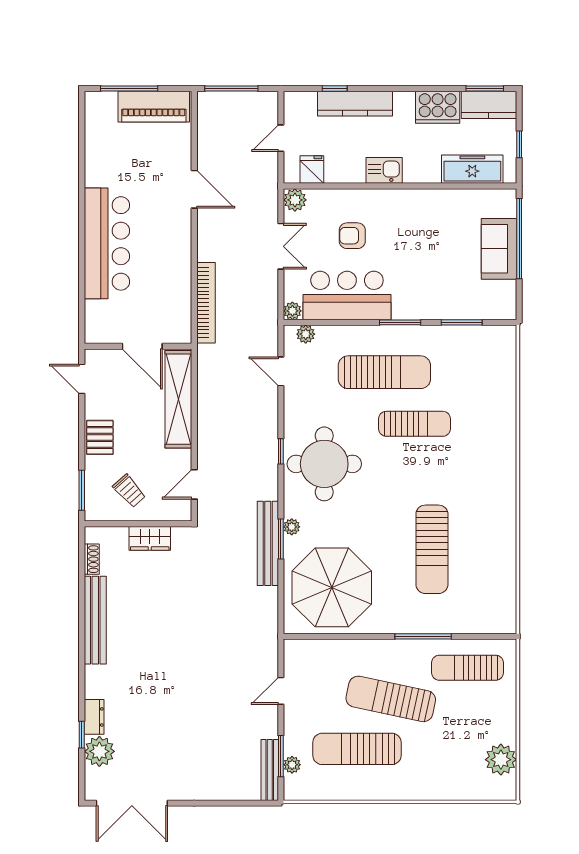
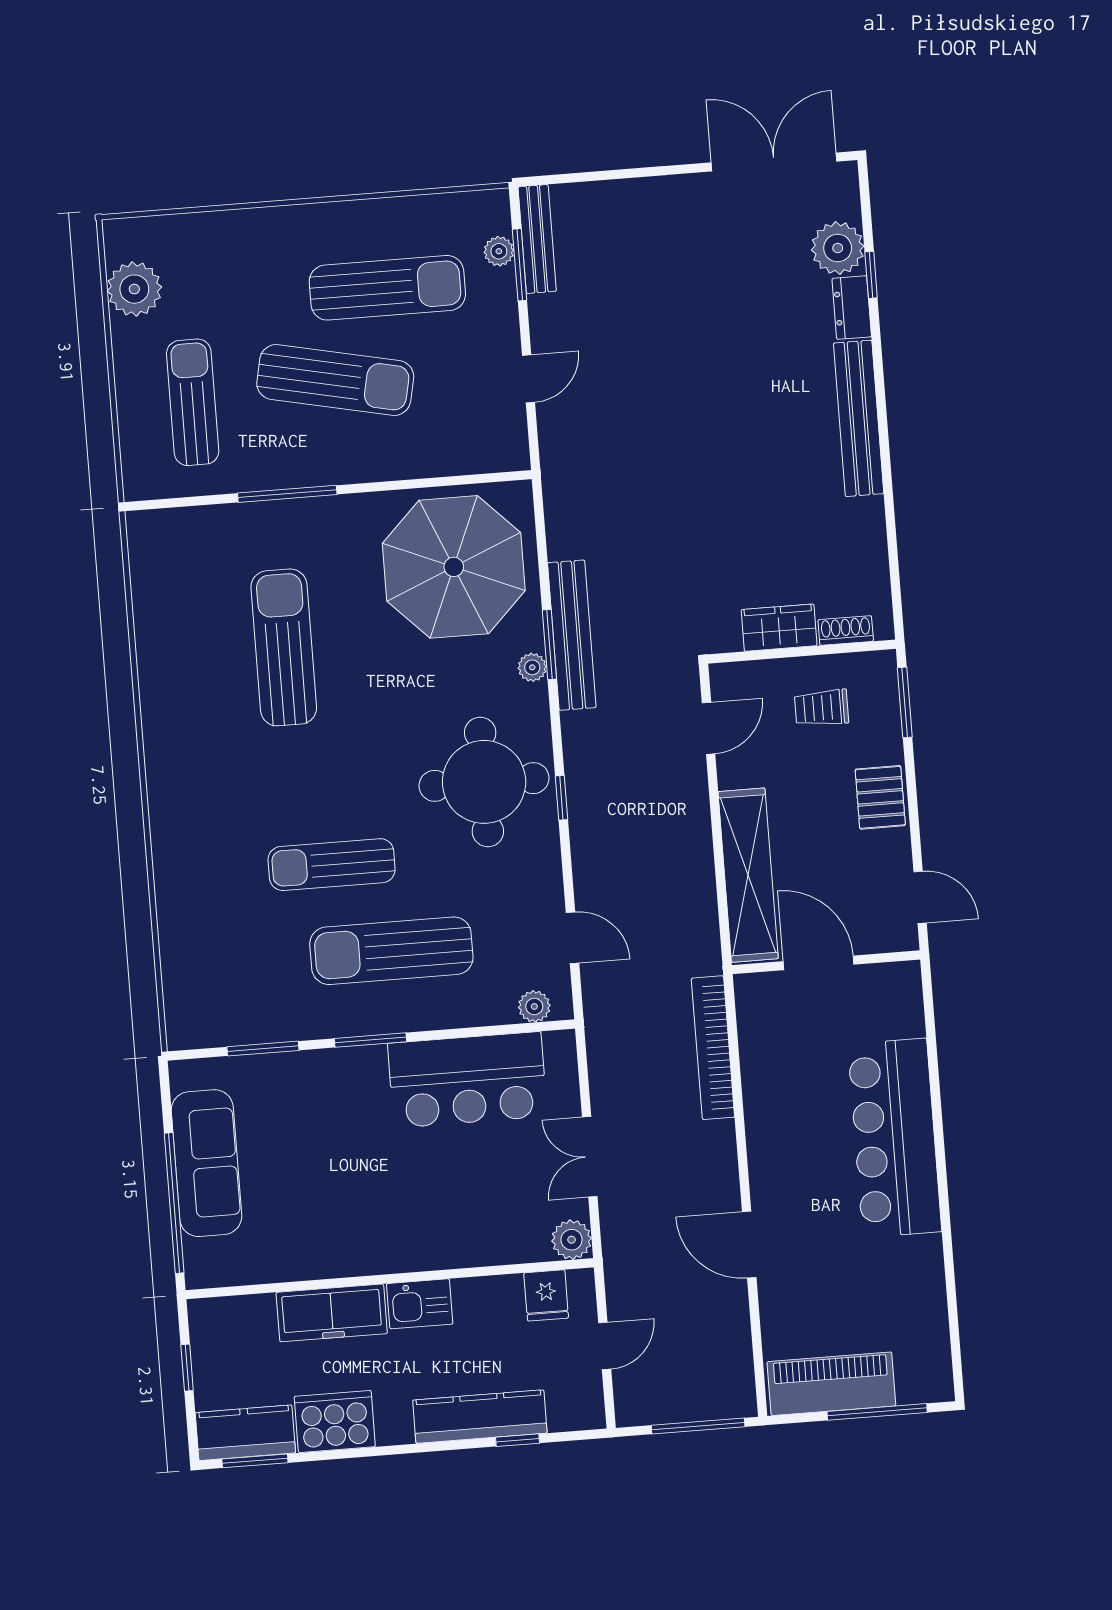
freezer: (472, 169) -> (332, 1313), moved
armchair: (352, 236) -> (466, 1185), removed
sofa: (499, 249) -> (207, 1163), width x1.36
plant: (292, 311) -> (561, 1045), removed
trolley: (129, 491) -> (822, 708), turned -48
shoe rack: (92, 559) -> (846, 630), moved, turned 90
bench: (95, 620) -> (859, 418), moved
sun lounger: (468, 668) -> (193, 402), moved, turned -90

